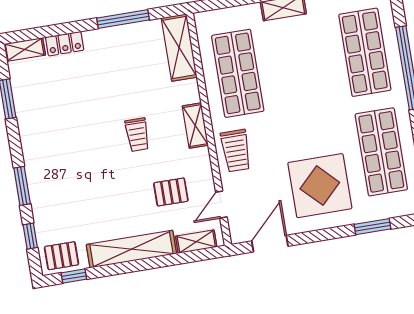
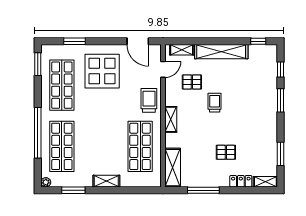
trolley: (137, 135) -> (215, 103), moved
door: (270, 244) -> (138, 41), hinge flipped
pallet: (62, 256) -> (226, 152), moved

